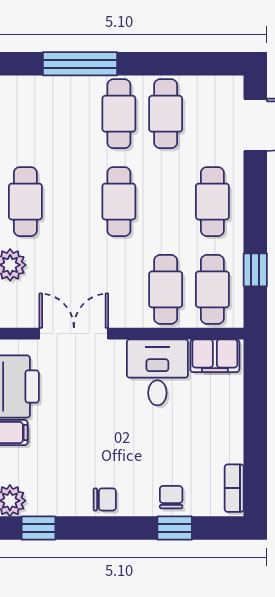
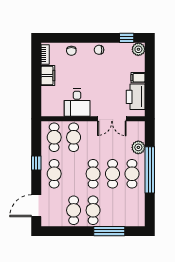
cafe table: (72, 202) -> (113, 174), added
window: (255, 270) -> (36, 163), moved
filing cabinet: (215, 356) -> (48, 76), moved, turned 90
window: (175, 528) -> (70, 38), removed

